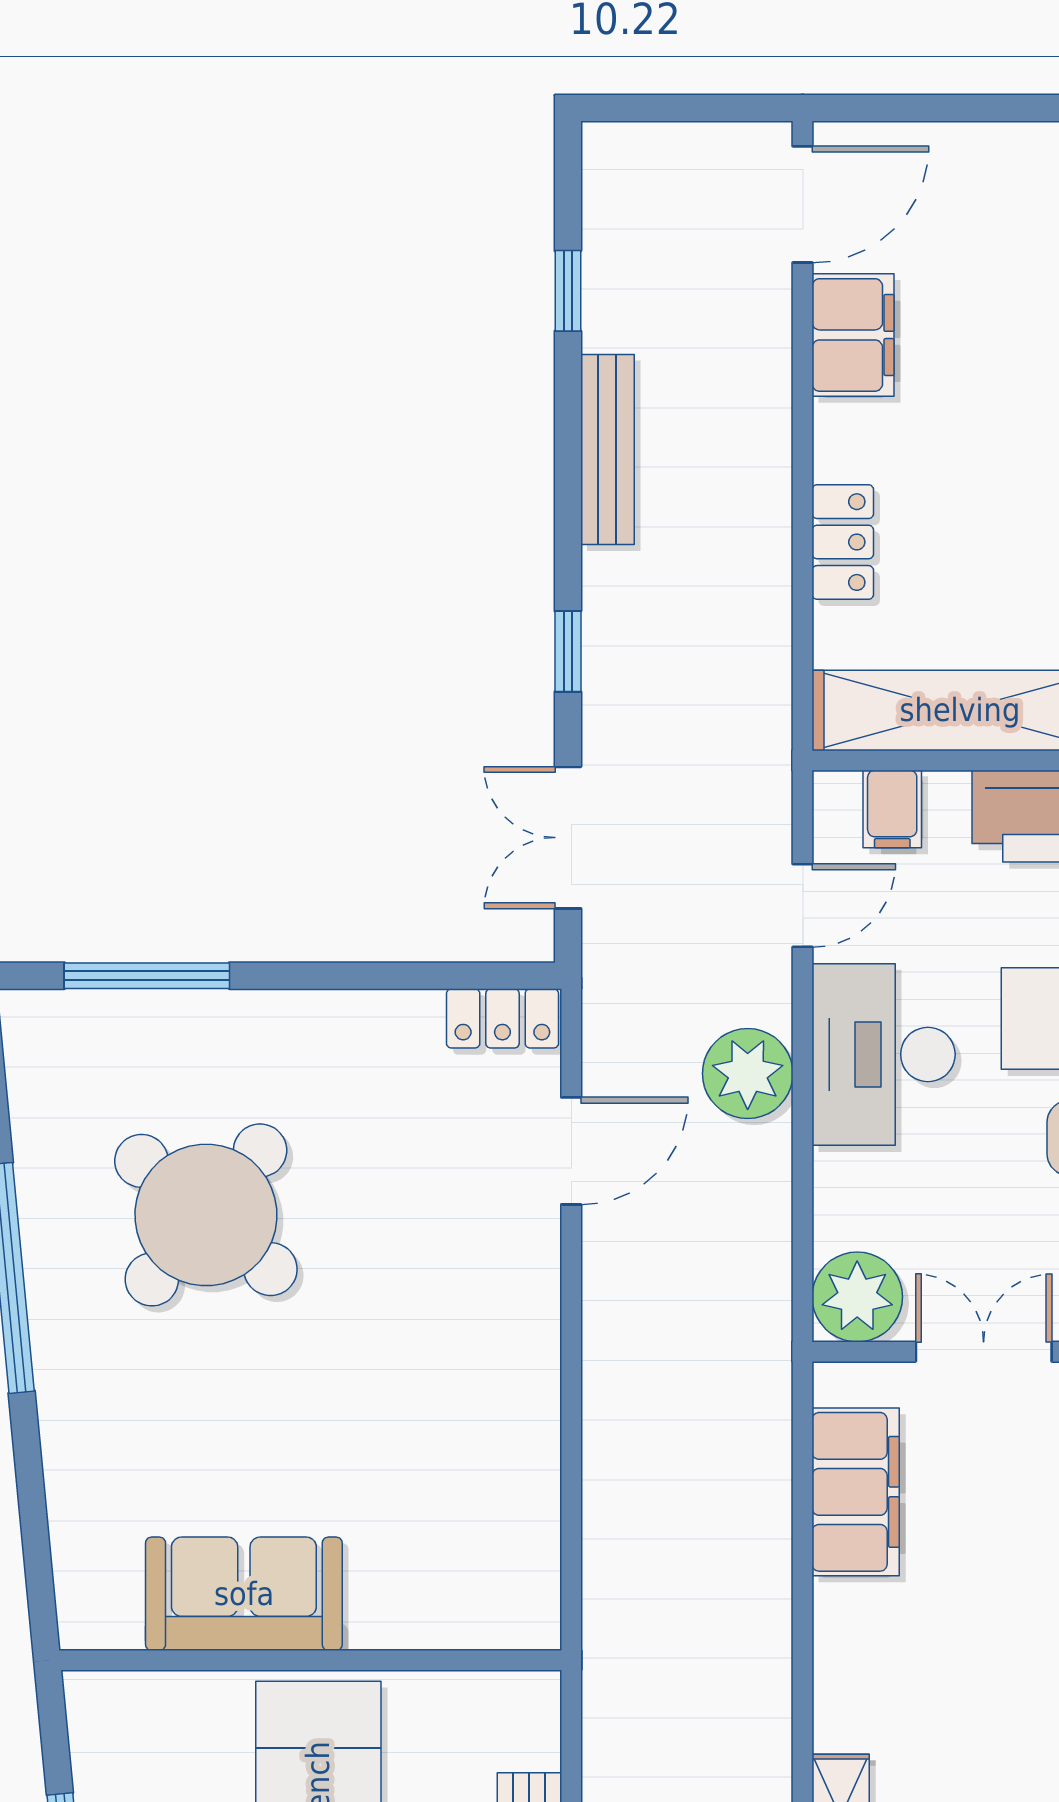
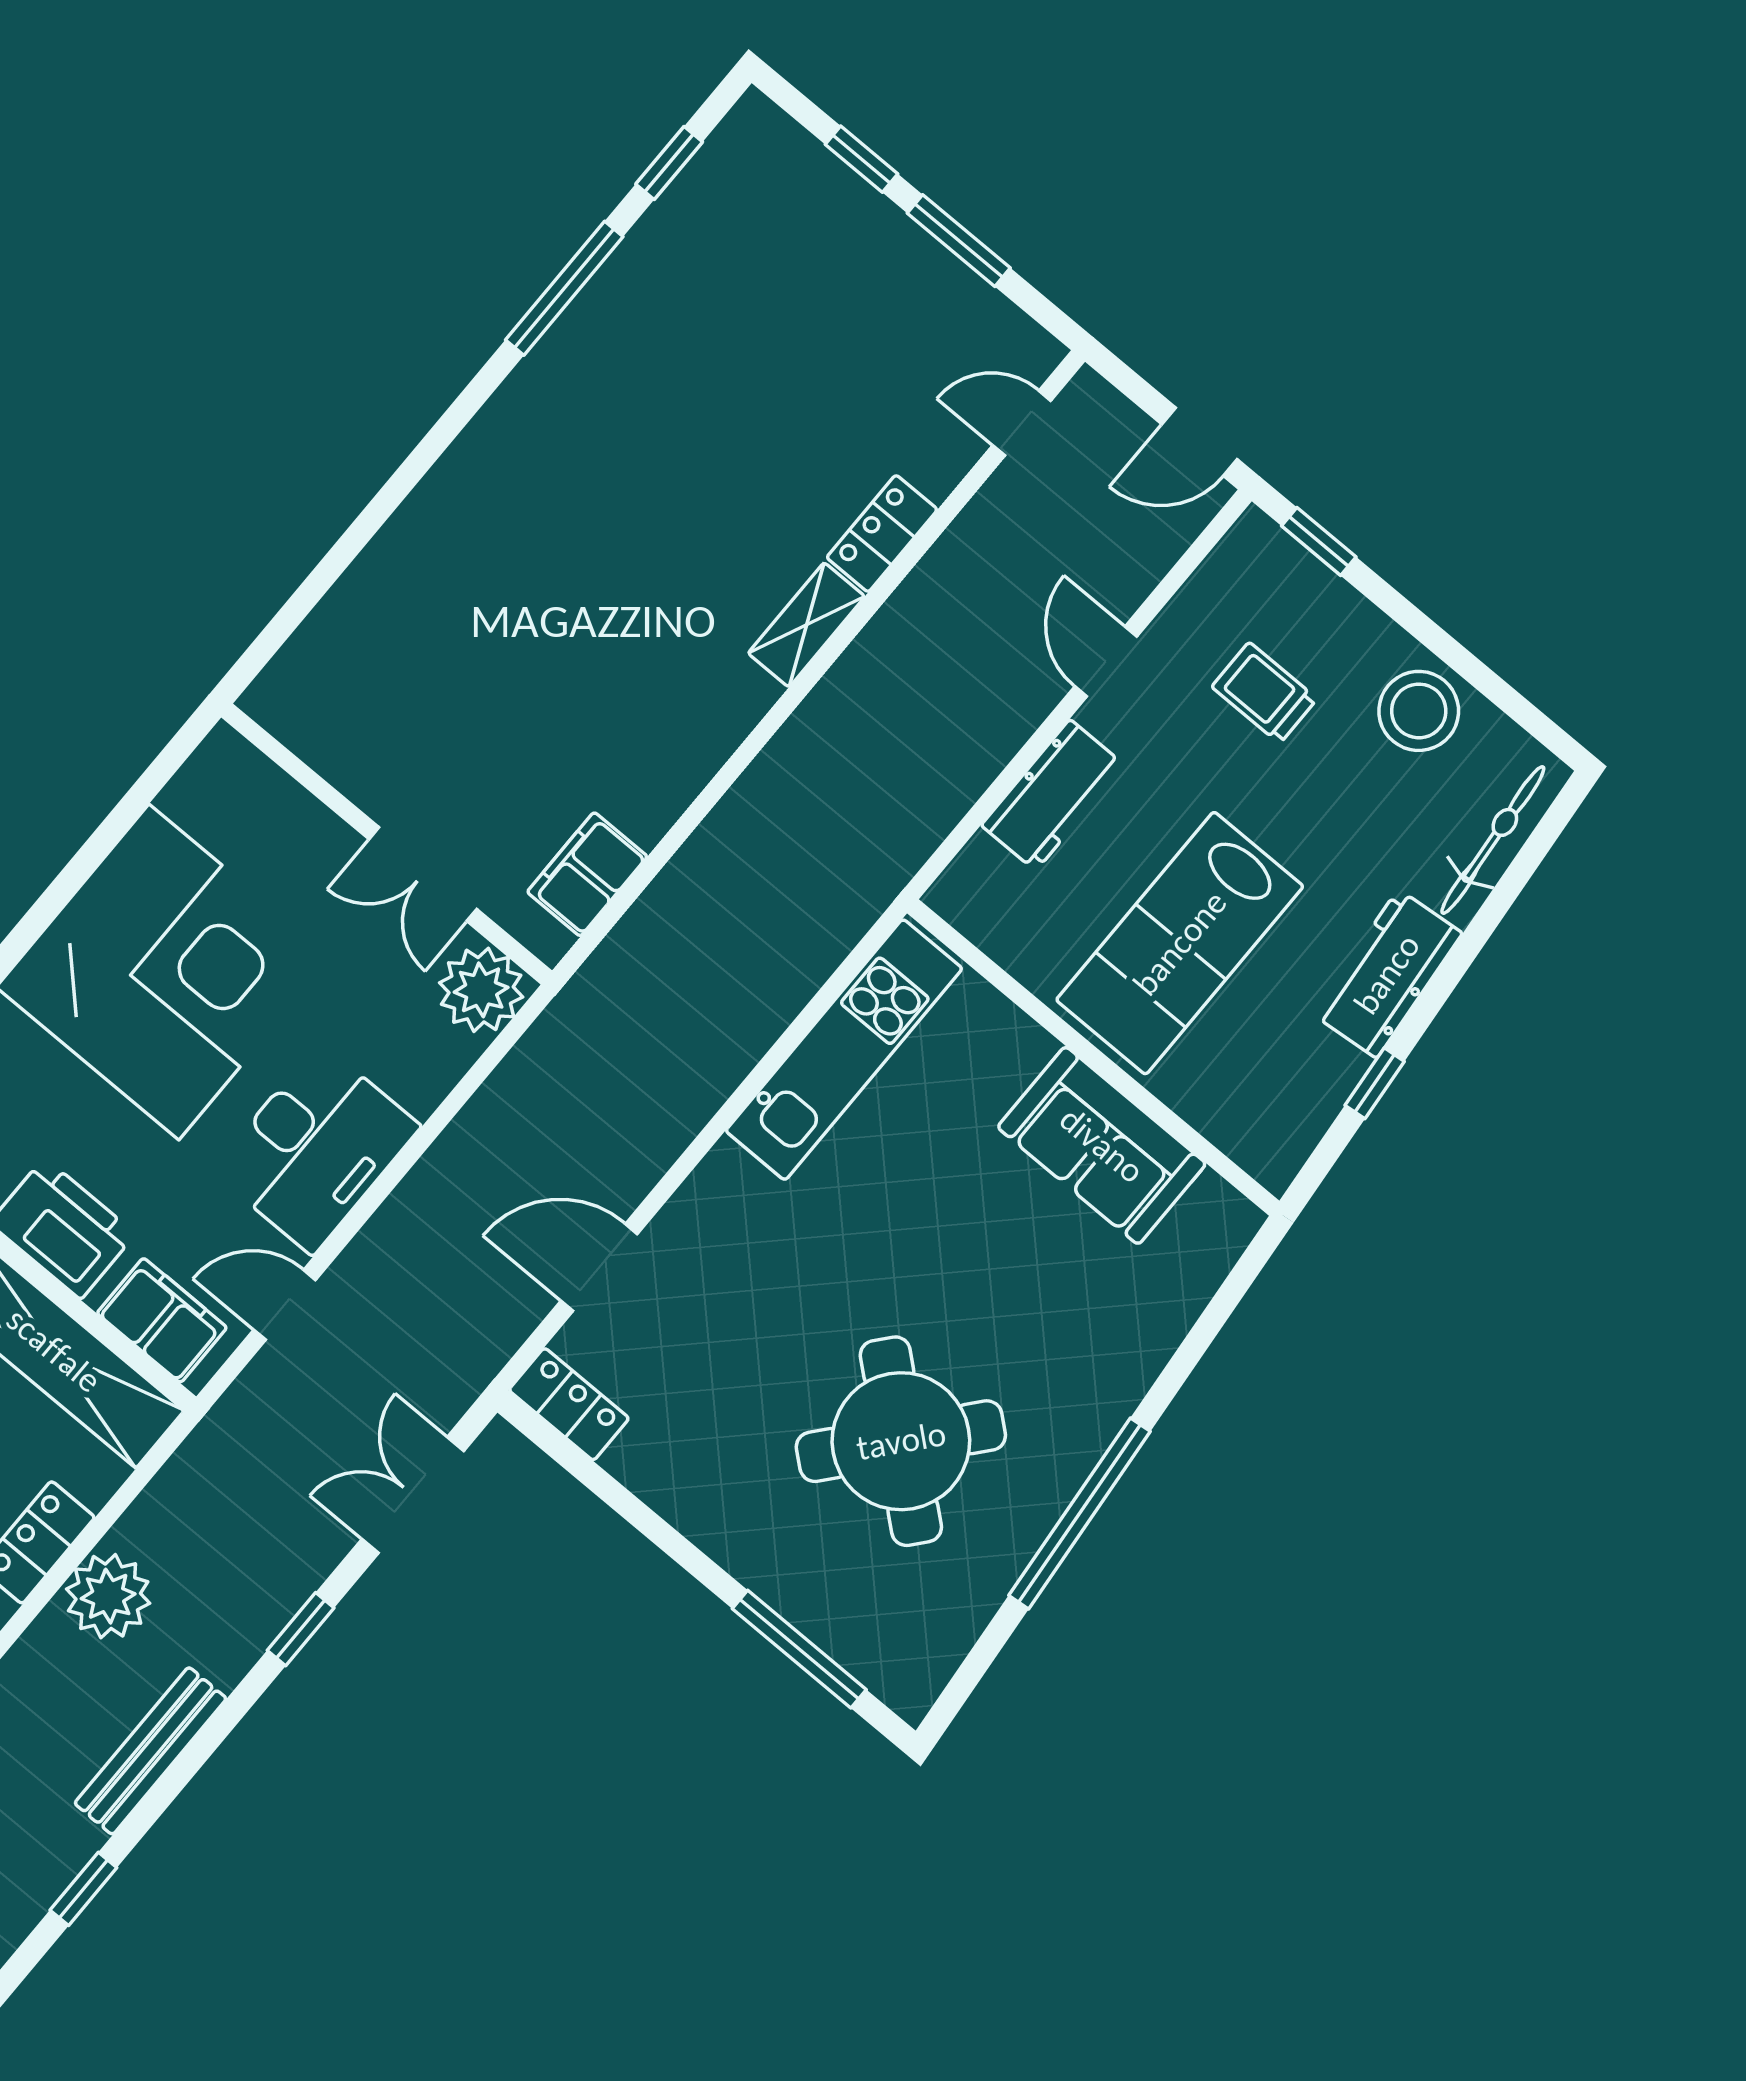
filing cabinet: (892, 809) -> (162, 1320), width x2.00
double door: (568, 838) -> (413, 1495), swing flipped
plant: (748, 1074) -> (108, 1596), moved
filing cabinet: (856, 1492) -> (587, 874), width x0.67, depth x0.86
kitchen unit: (520, 1496) -> (844, 1050), added

